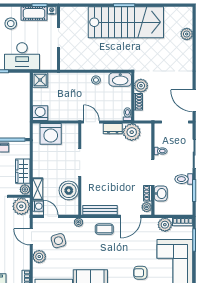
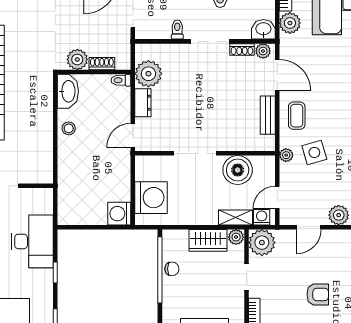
shower: (40, 80) -> (69, 214), removed
washbasin: (161, 193) -> (263, 29), moved
bench: (100, 210) -> (268, 115), width x0.73
side table: (58, 241) -> (314, 152), moved

